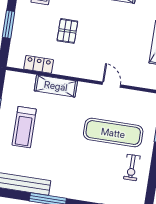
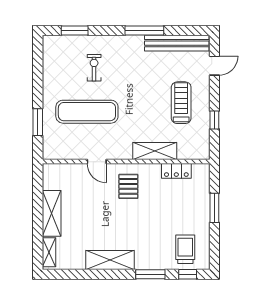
pallet: (67, 31) -> (128, 186), moved
exercise bike: (132, 167) -> (94, 68), moved

